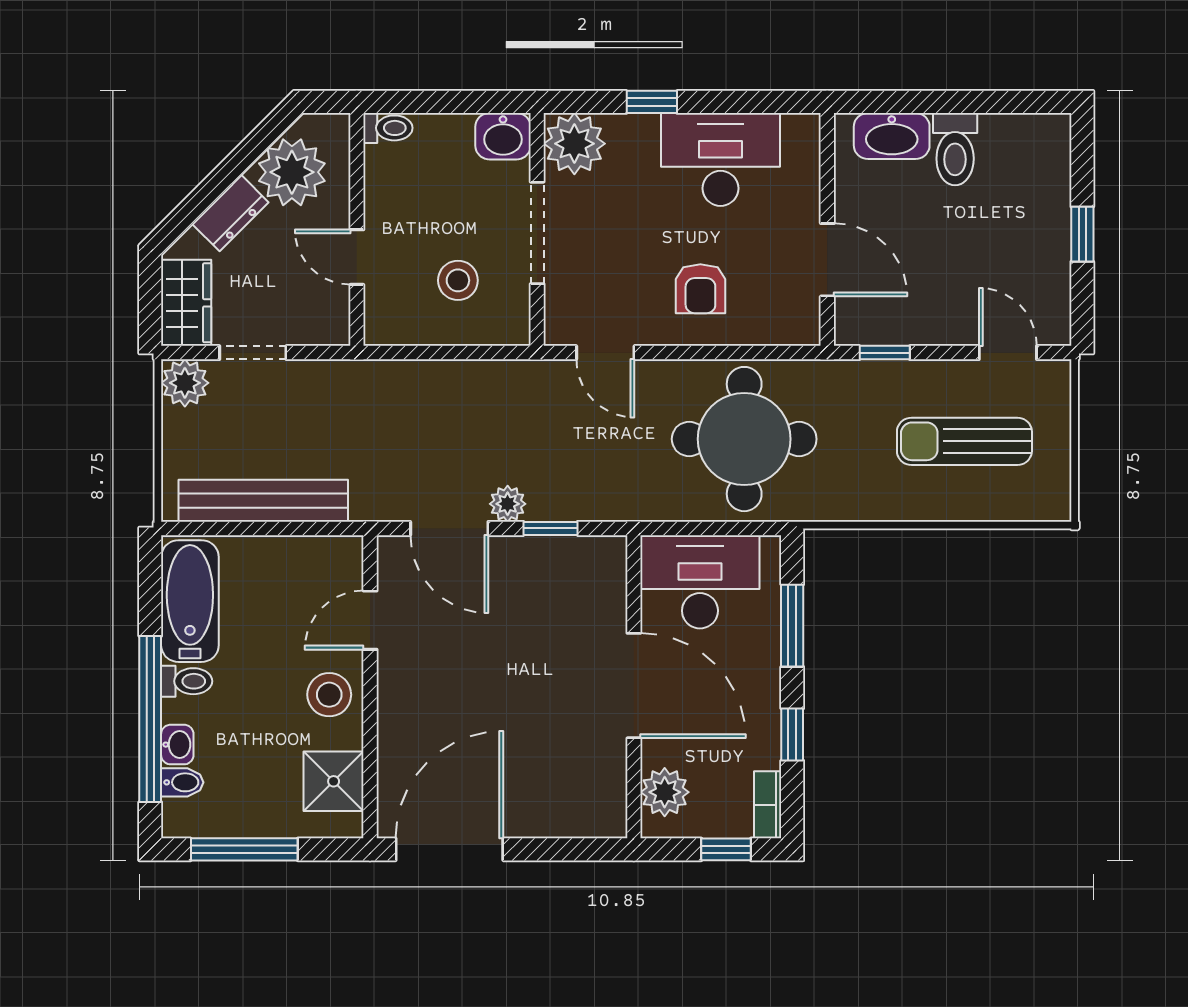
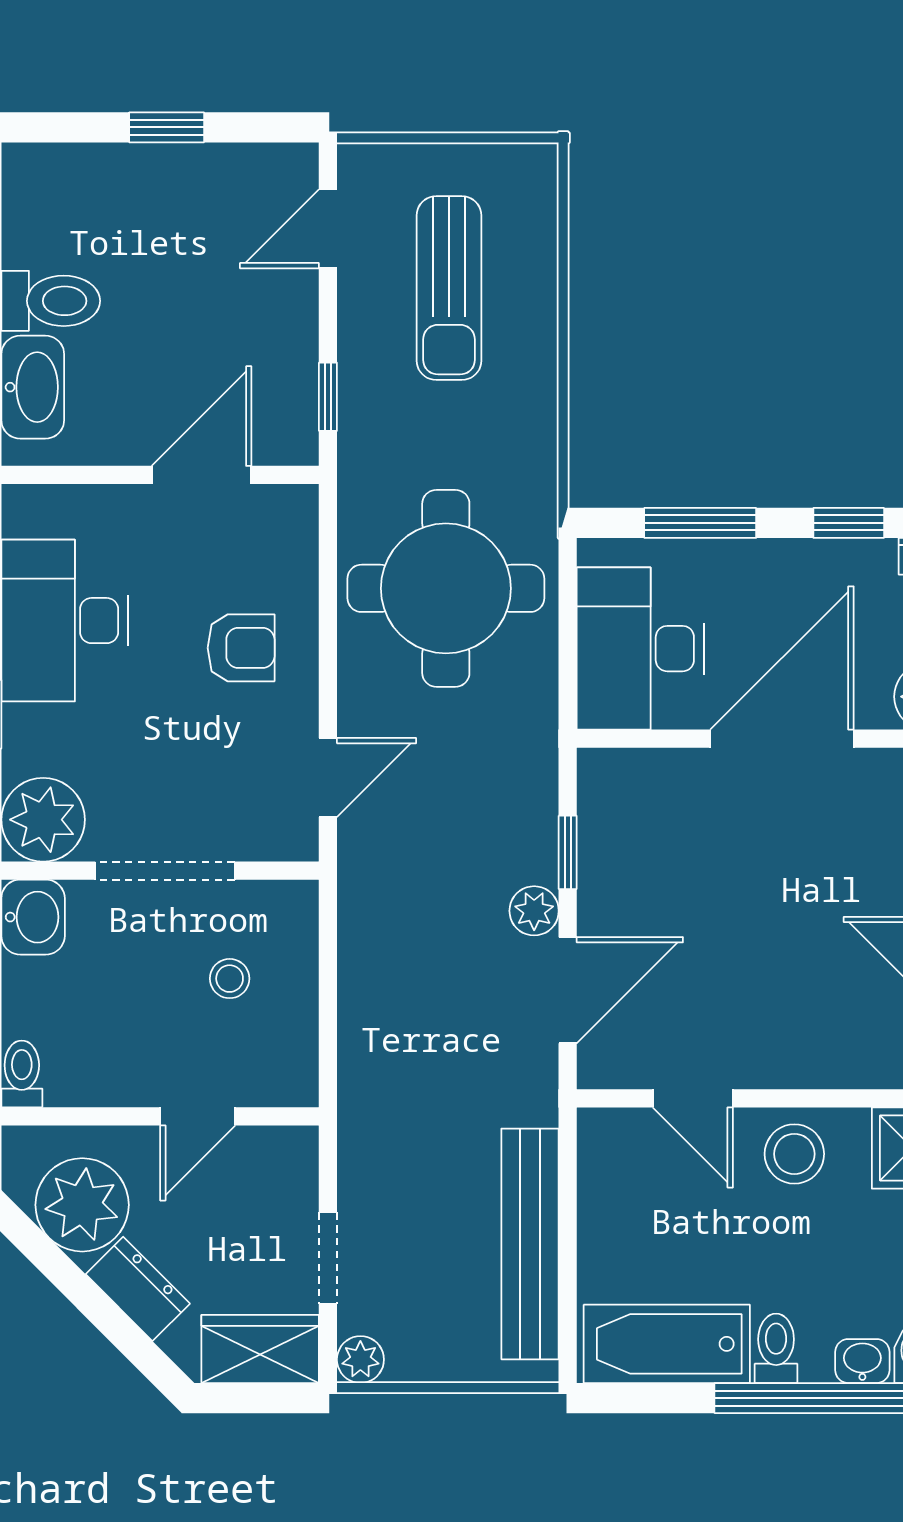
stool: (458, 280) -> (230, 979), width x0.73, depth x0.73
plant: (185, 383) -> (360, 1360), width x0.73, depth x0.73

